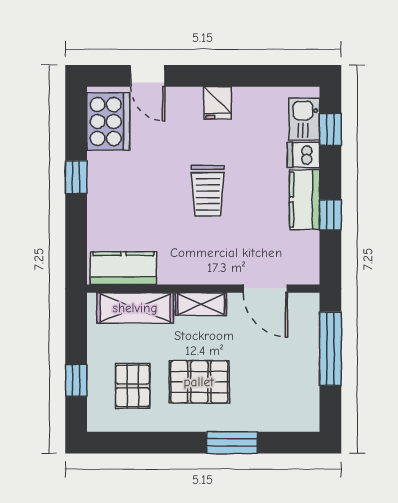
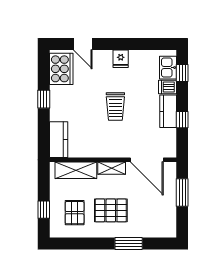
kitchen counter: (123, 268) -> (59, 140), moved, turned 90
door: (266, 289) -> (147, 160), width x1.36
window: (330, 349) -> (182, 192), width x0.69

